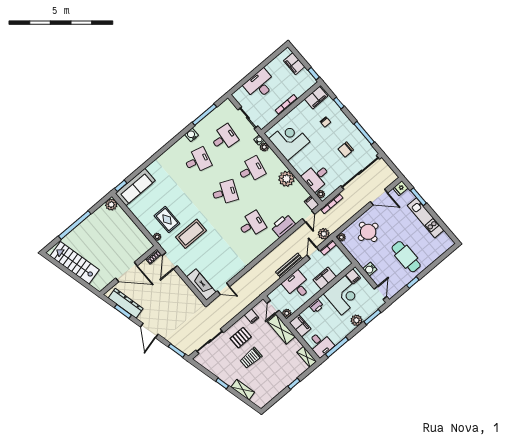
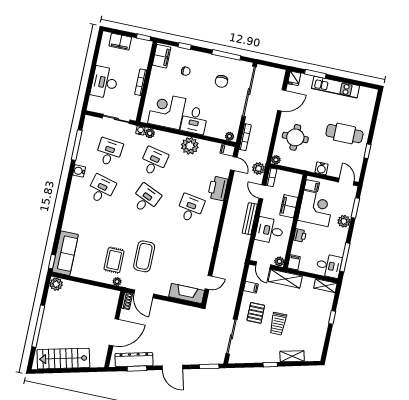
desk: (316, 177) -> (194, 120), moved
rug: (167, 220) -> (114, 260), turned 90
filing cabinet: (300, 326) -> (294, 262), width x0.50

